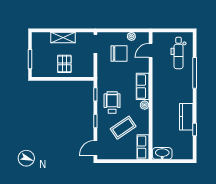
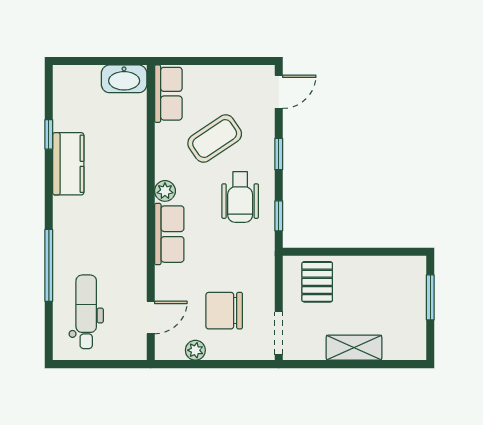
pallet: (64, 64) -> (317, 282), moved

